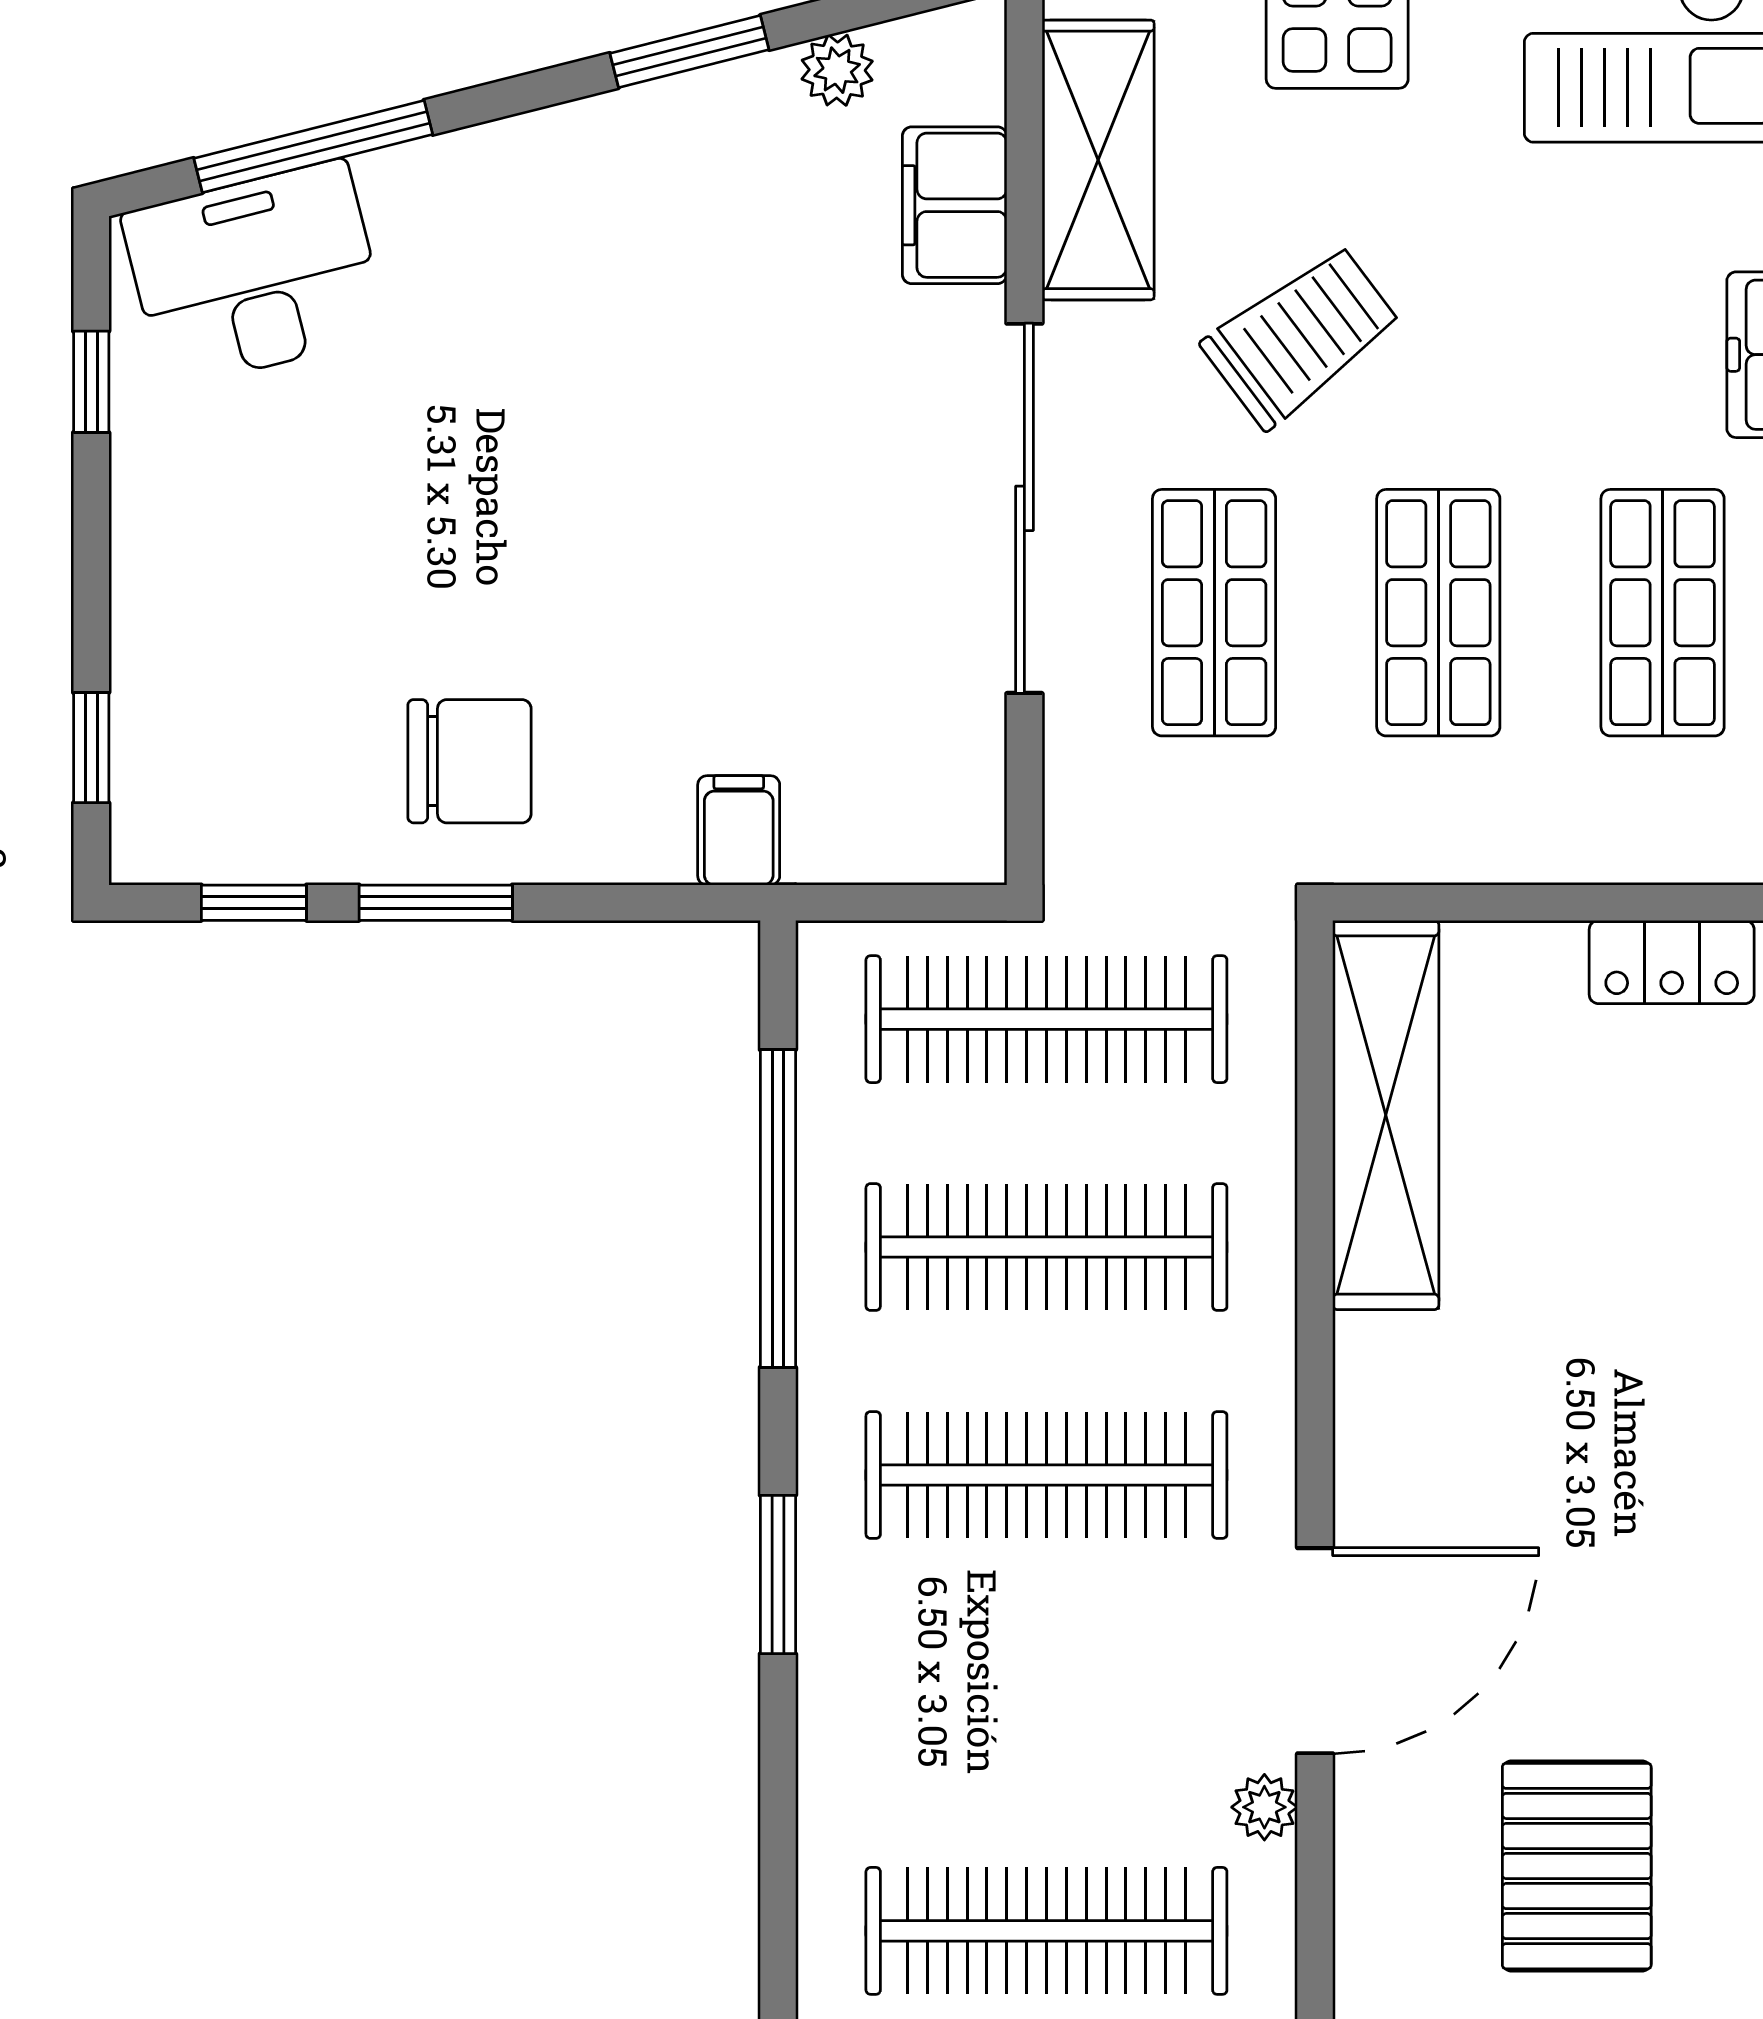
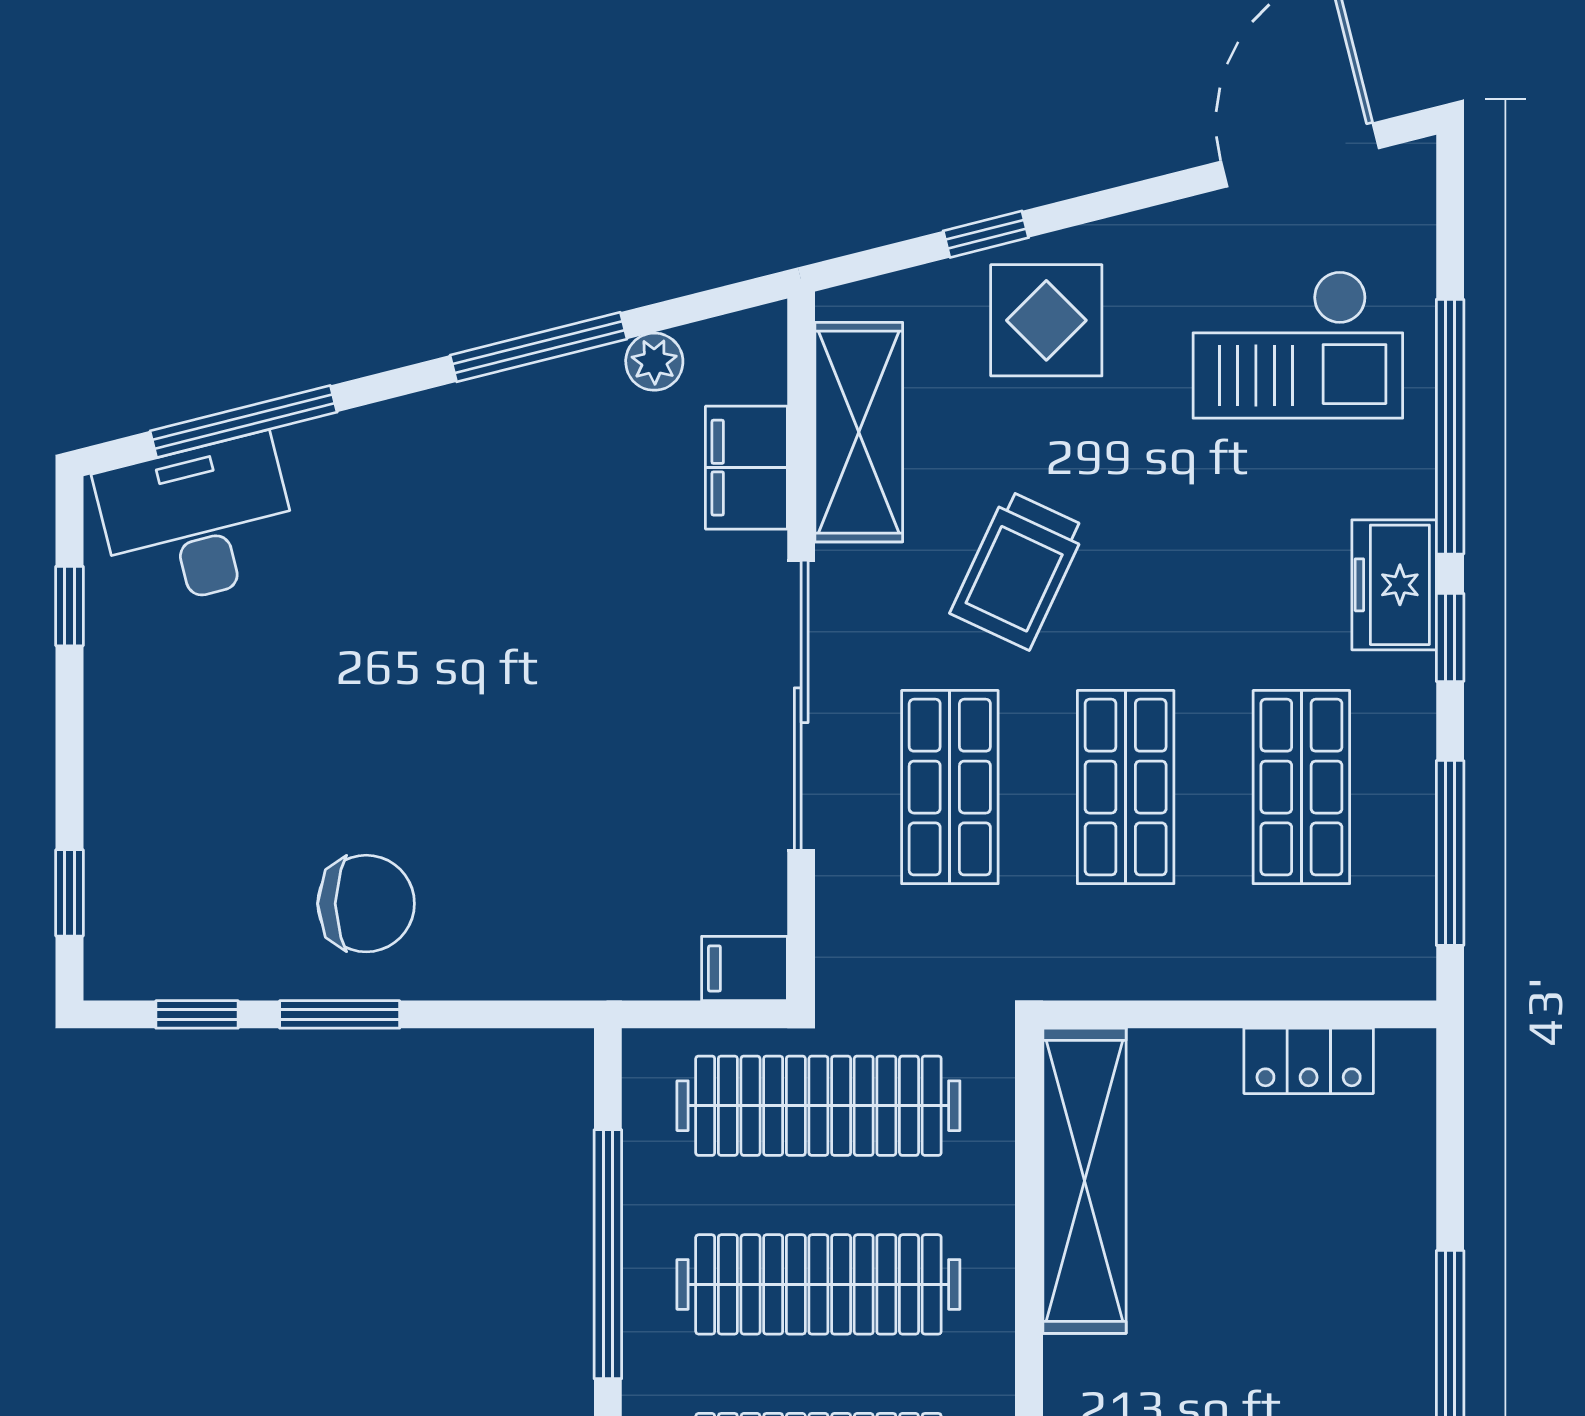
window: (689, 52) -> (539, 347), width x1.44
trolley: (1301, 336) -> (1018, 570), turned 152
filing cabinet: (739, 830) -> (744, 968), moved, turned -90

